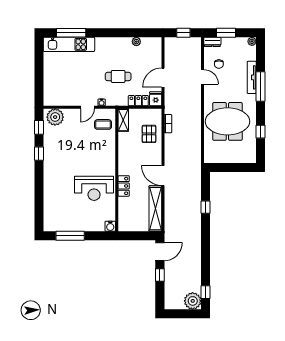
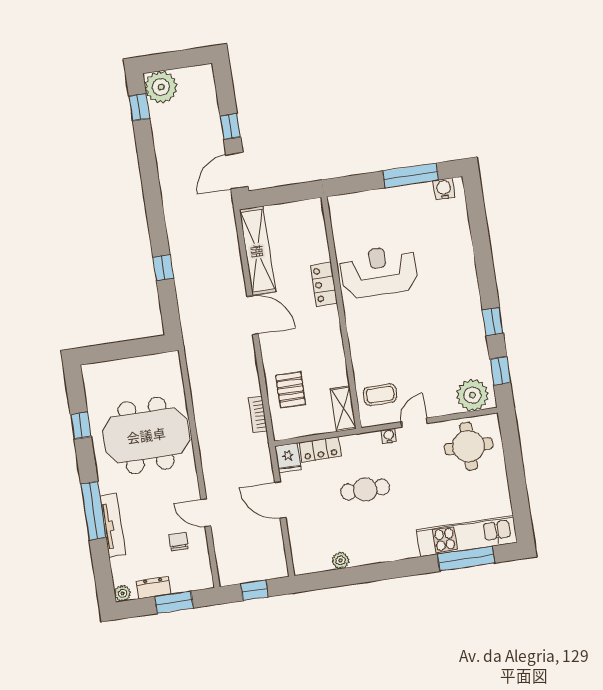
dresser: (212, 42) -> (154, 588), moved
door: (163, 78) -> (280, 500), swing flipped
round table: (61, 91) -> (469, 446), added
water cooler: (110, 226) -> (444, 189), moved

